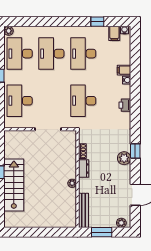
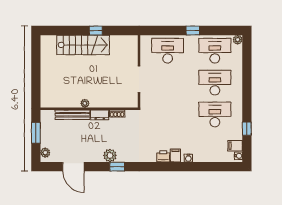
filing cabinet: (124, 70) -> (175, 155), moved
desk: (83, 101) -> (168, 114), removed
bench: (83, 210) -> (73, 115), moved

